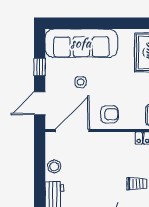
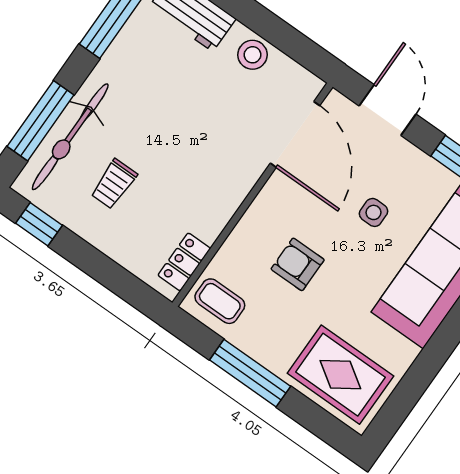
armchair: (109, 114) -> (298, 264), moved, turned 90

